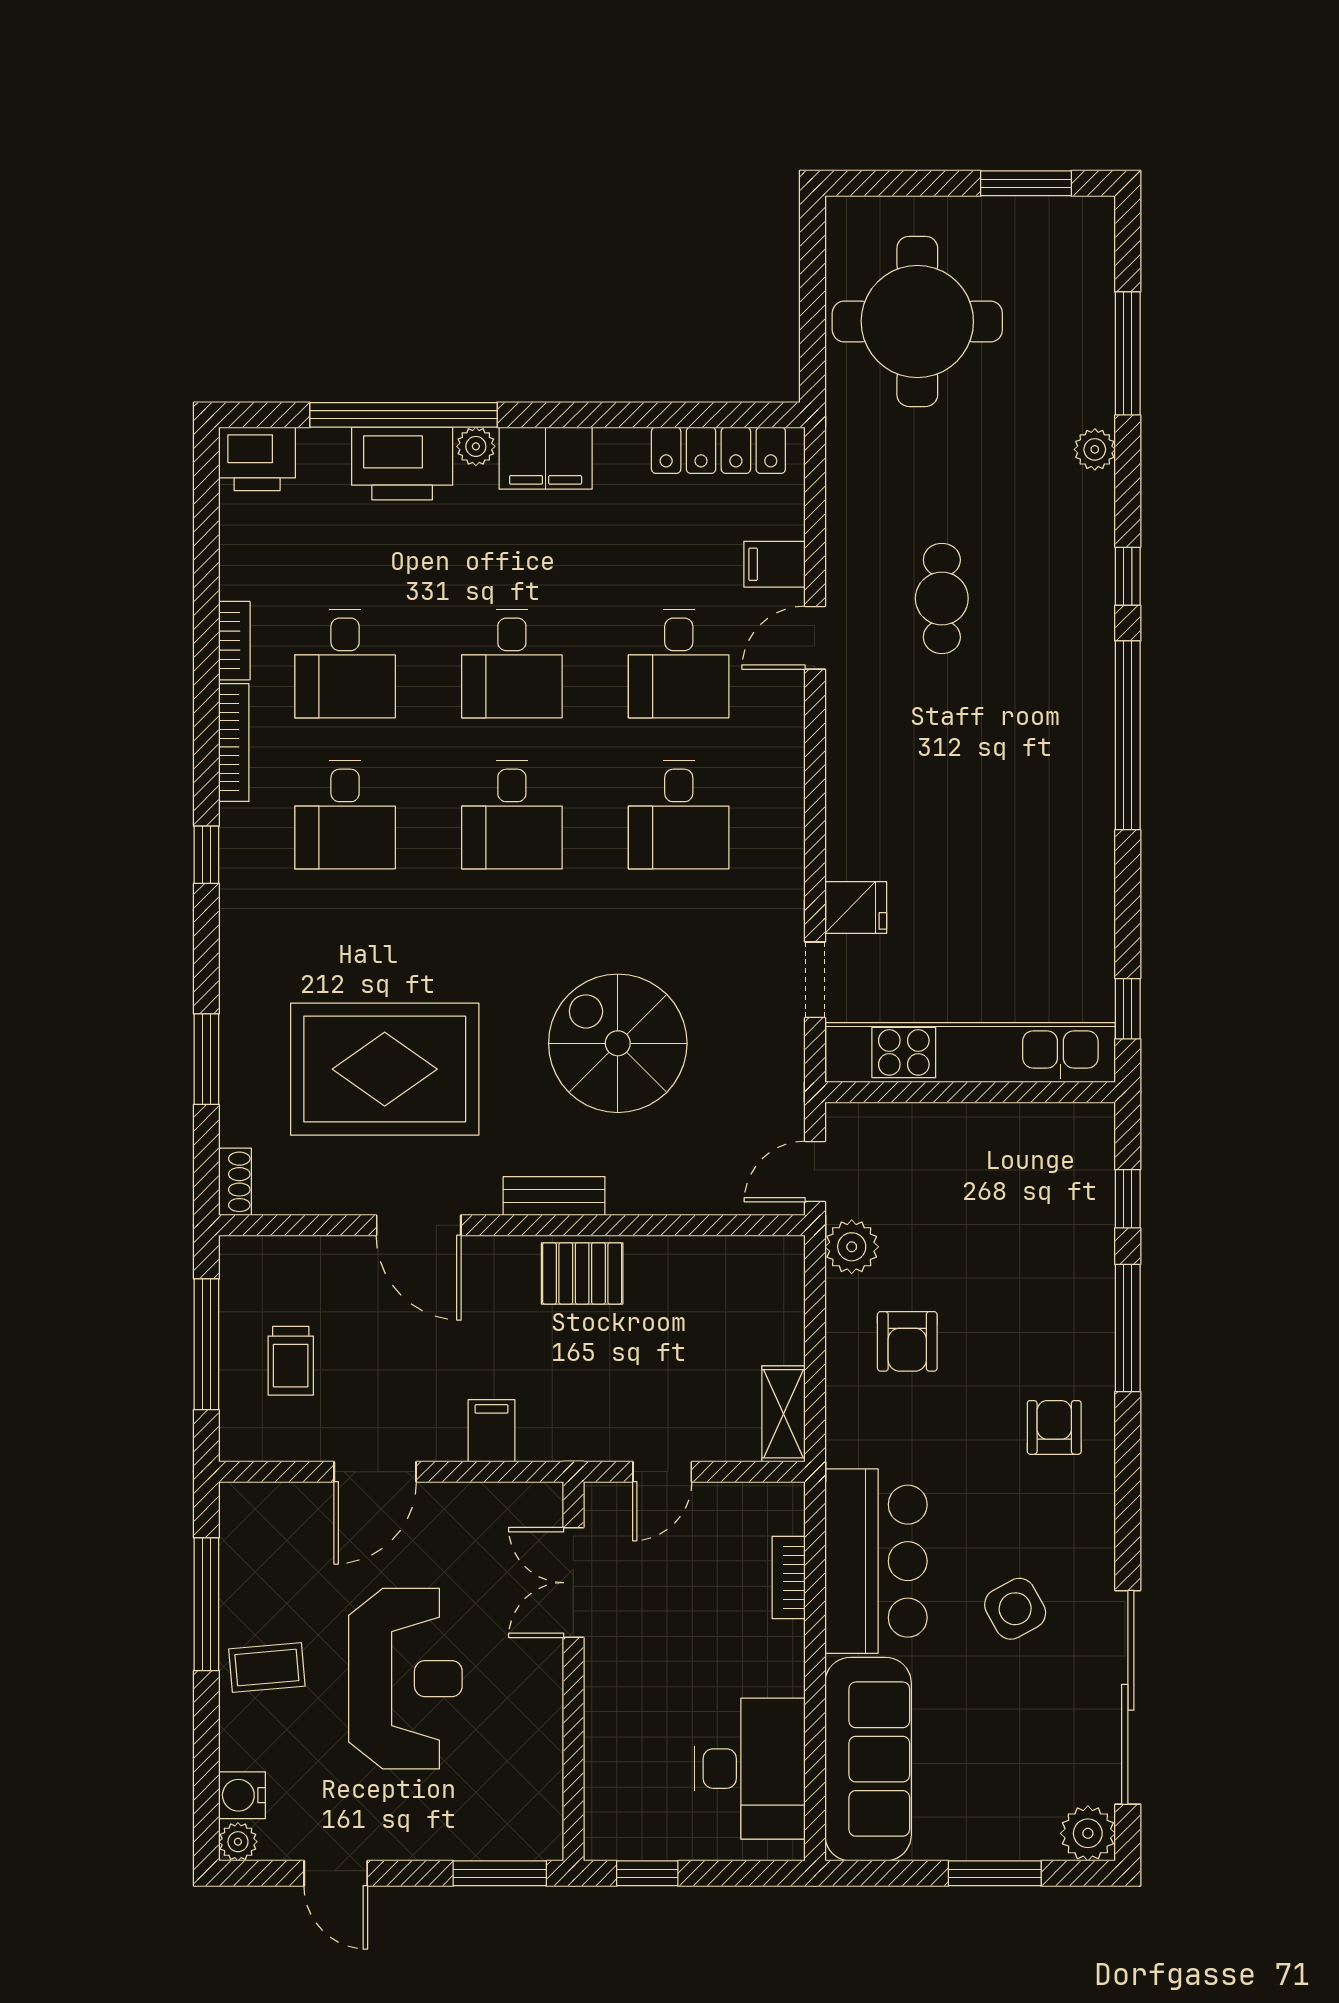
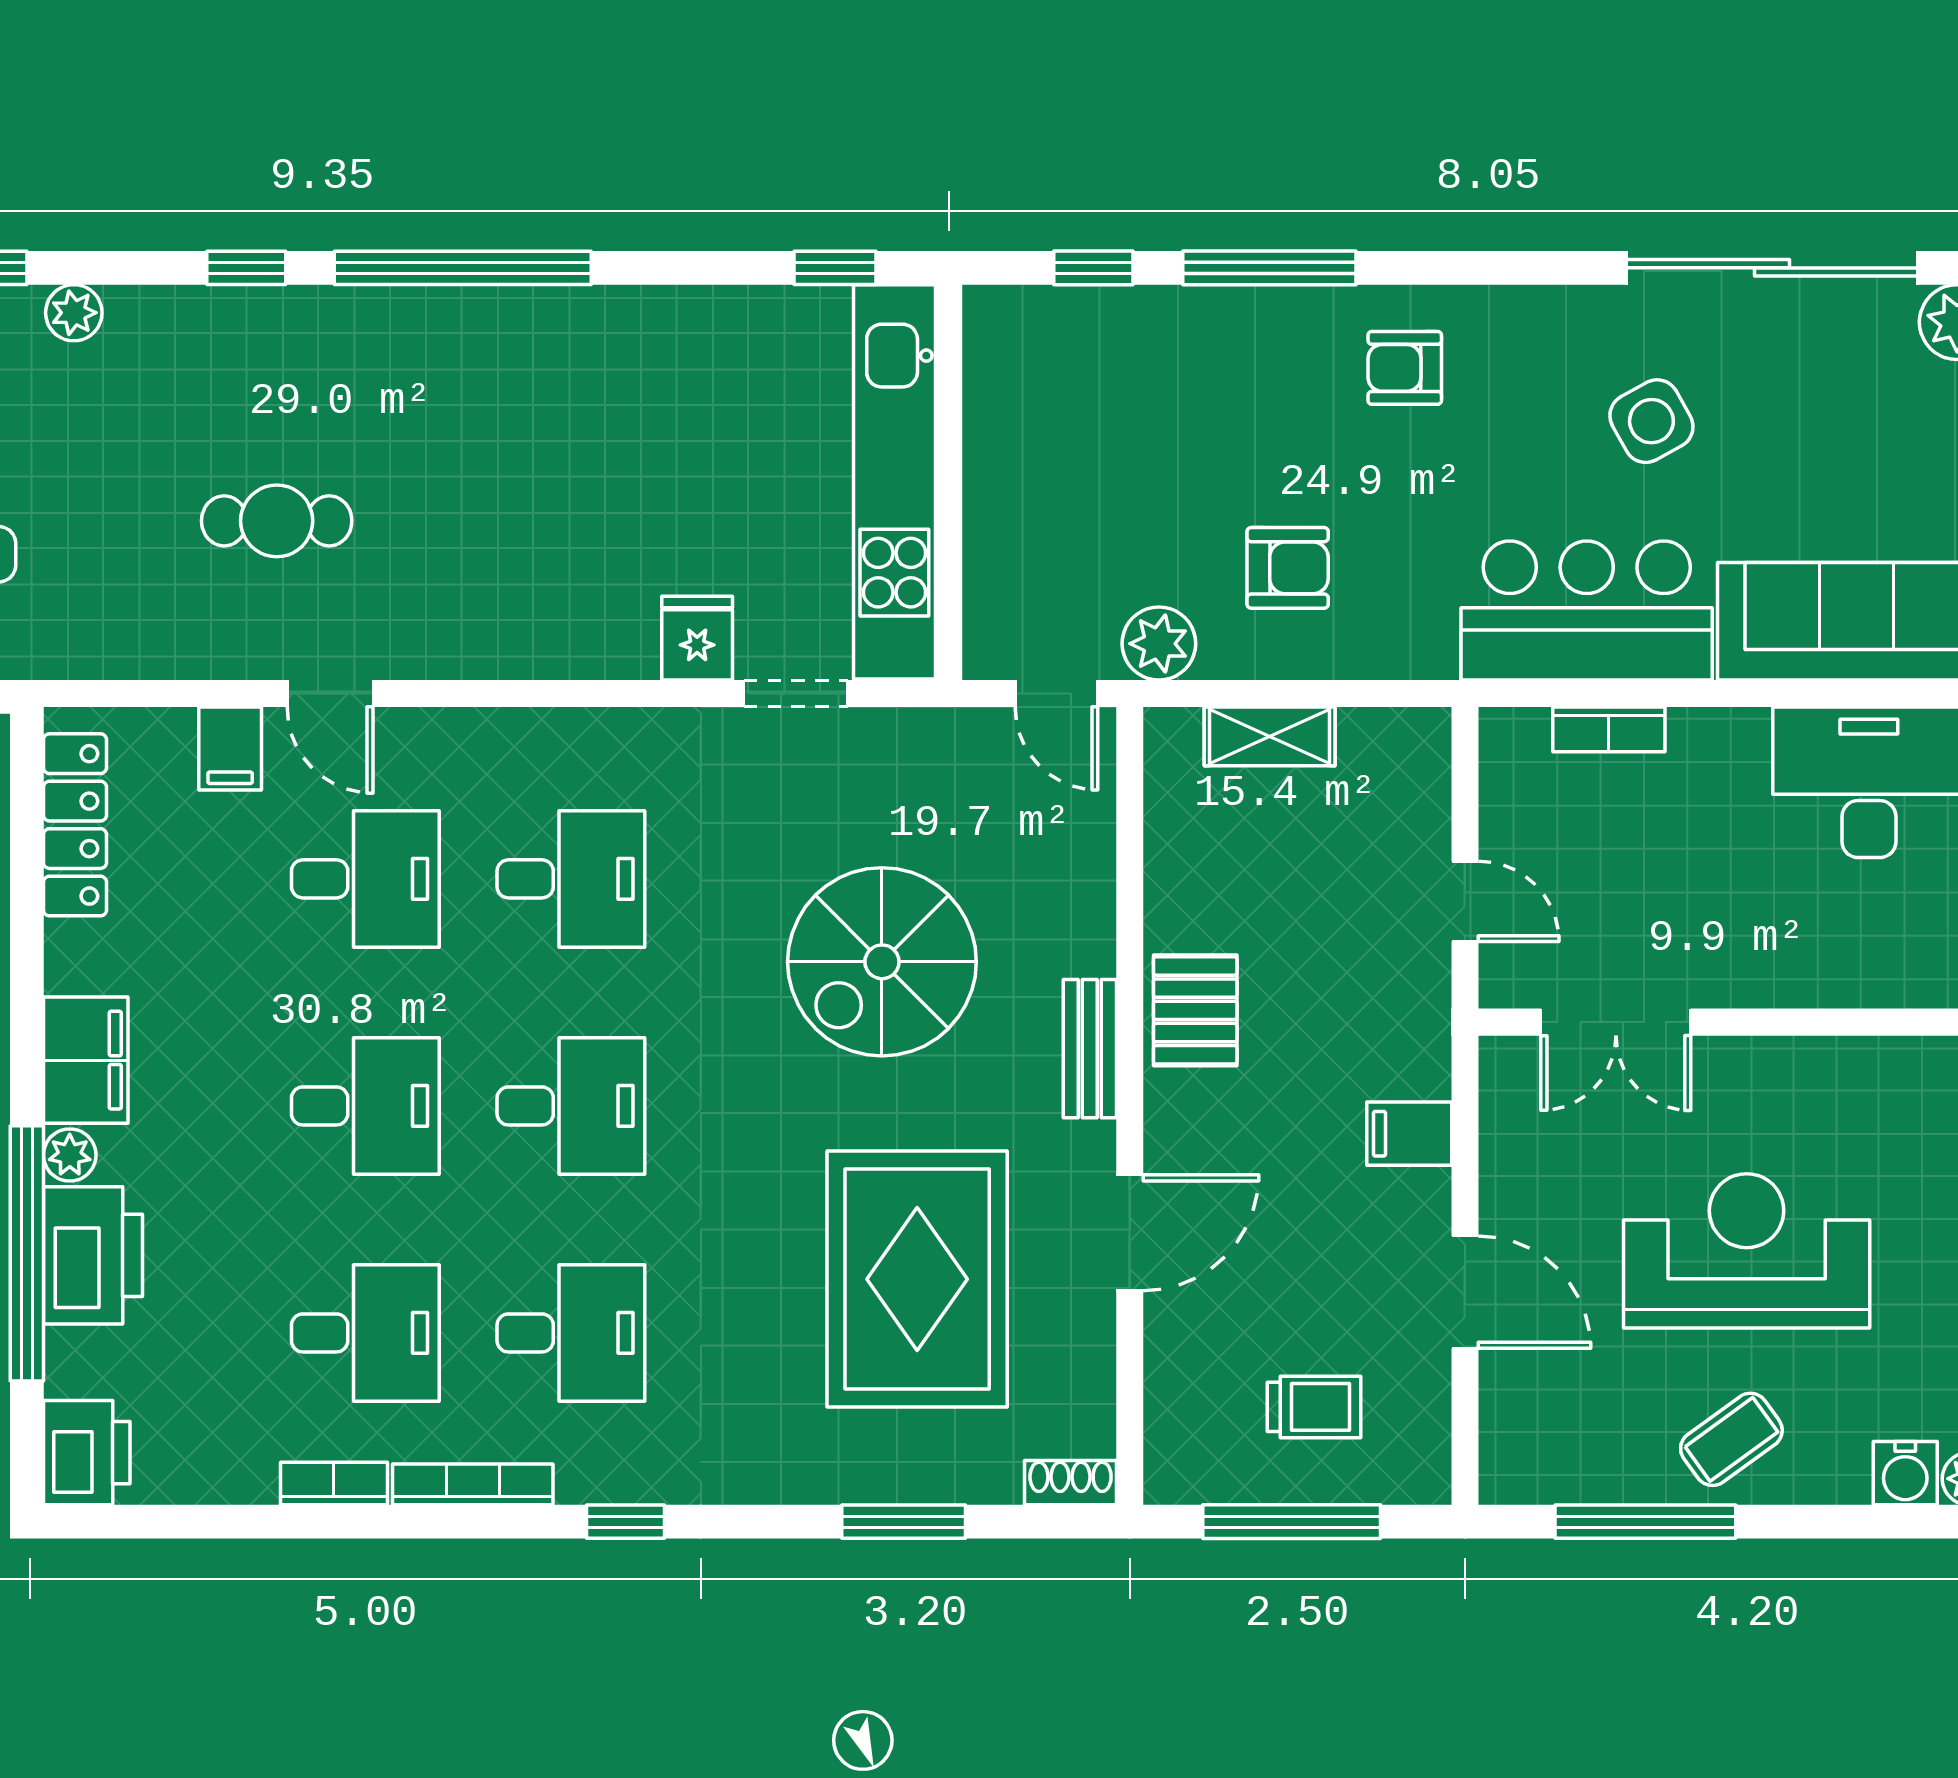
shelving: (783, 1414) -> (1270, 736), moved
coffee table: (267, 1668) -> (1731, 1439), turned 59

